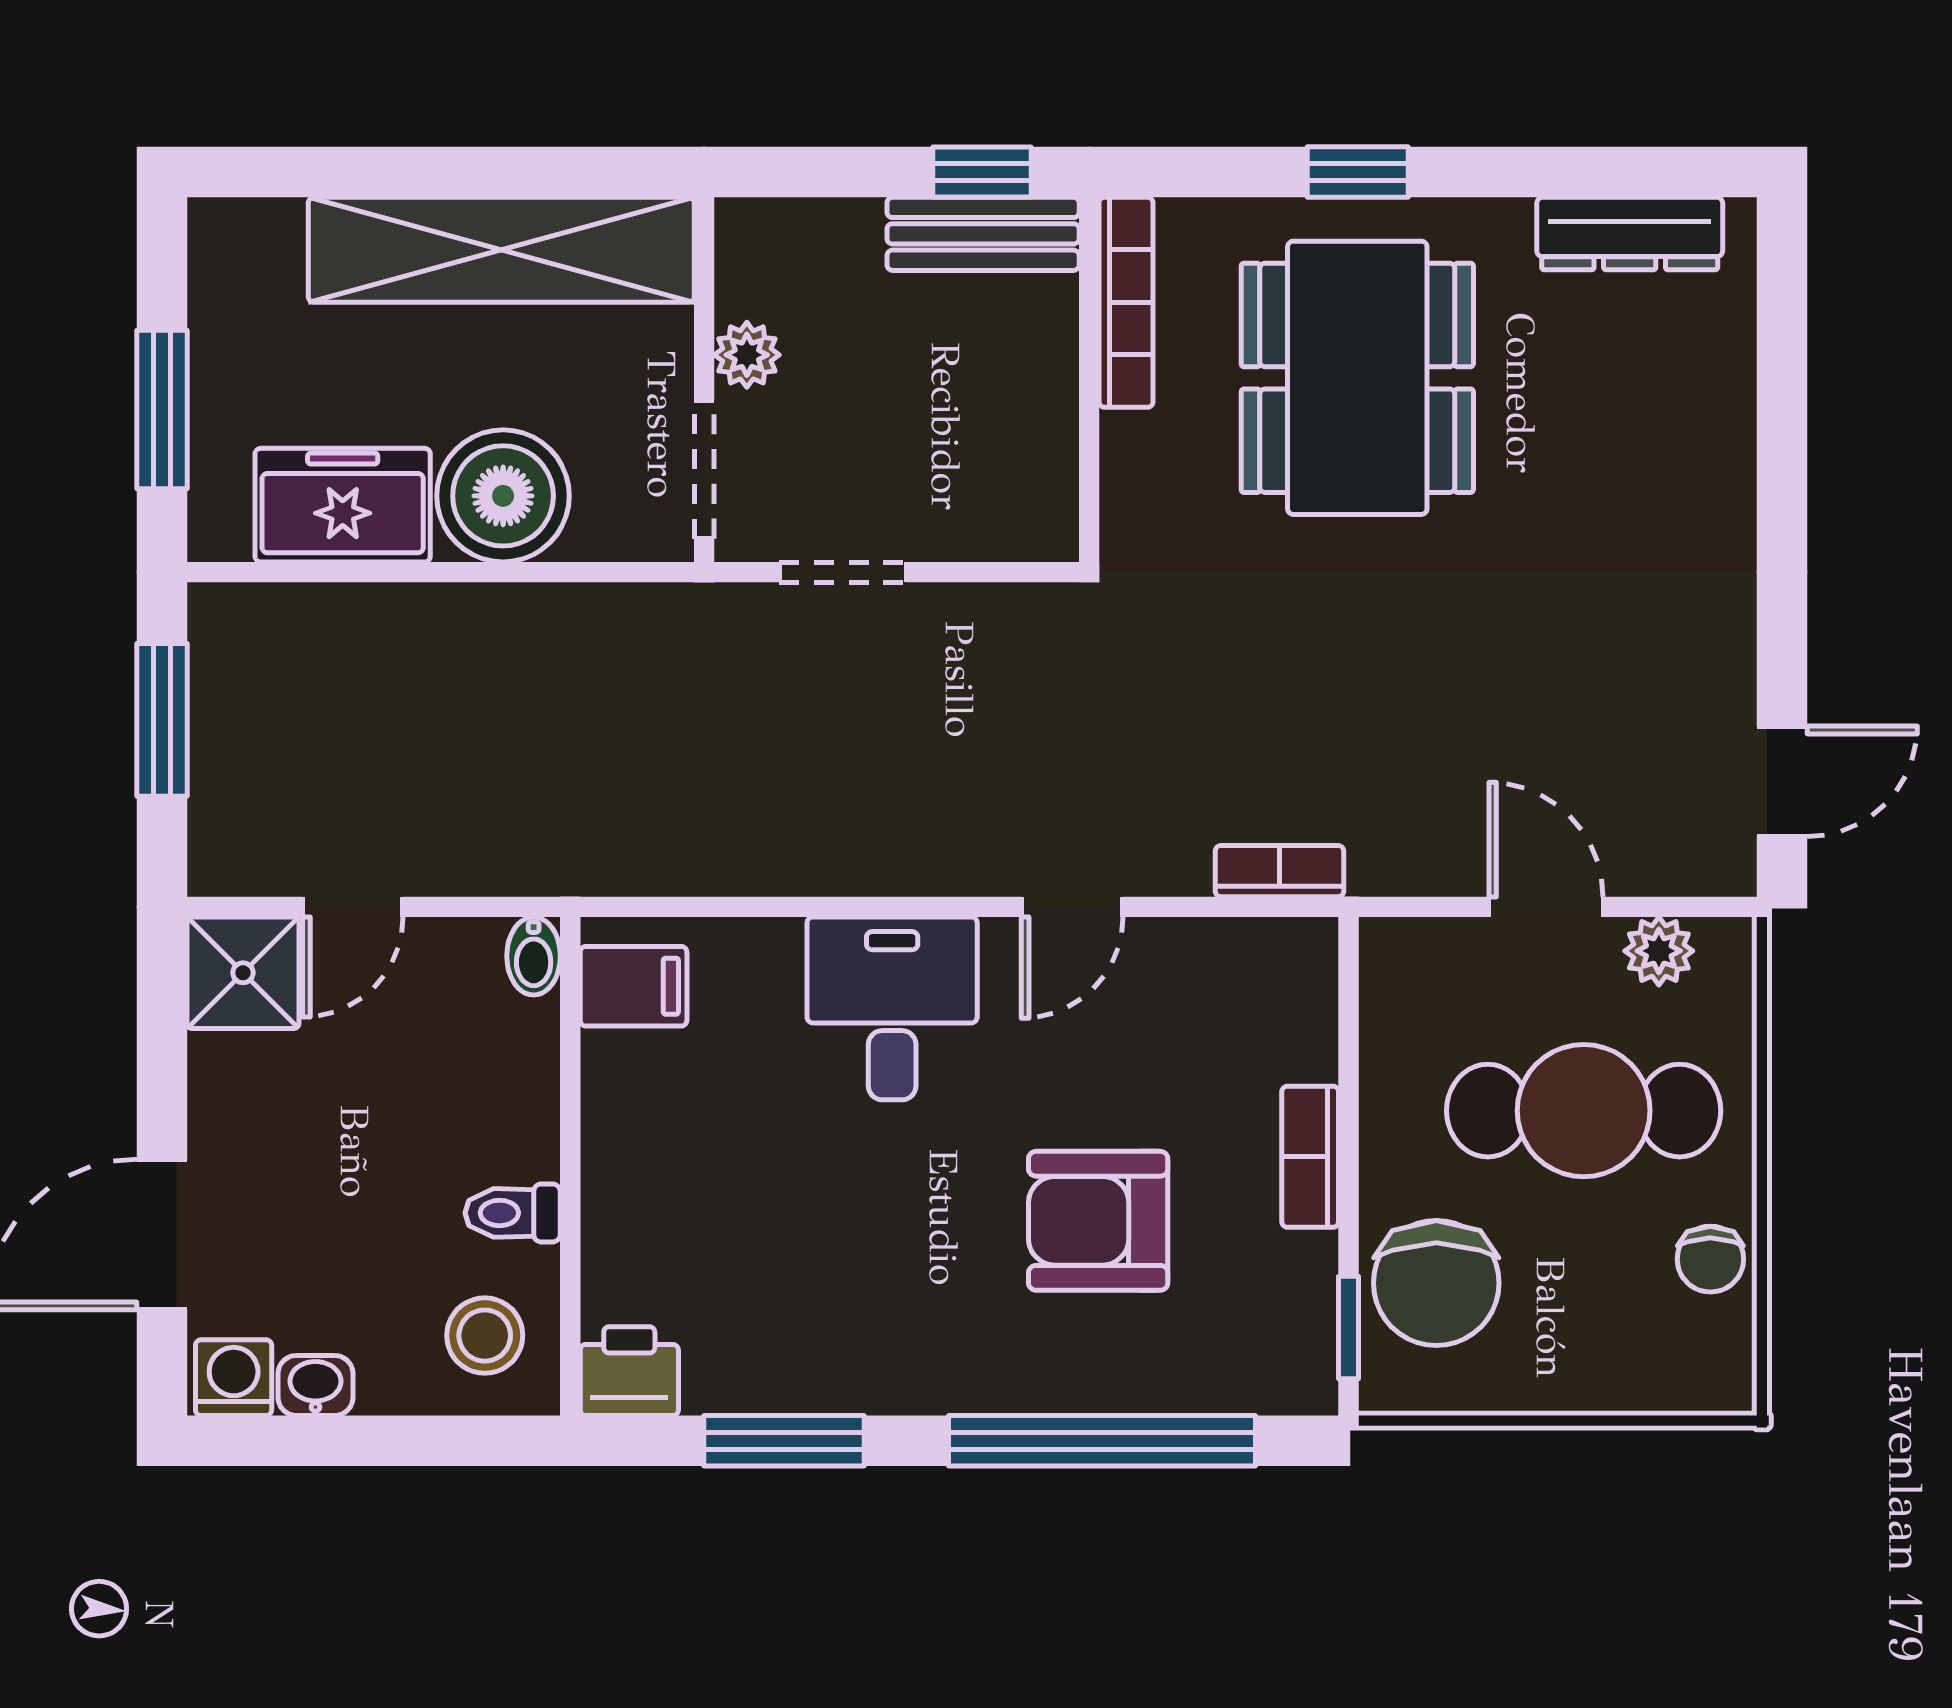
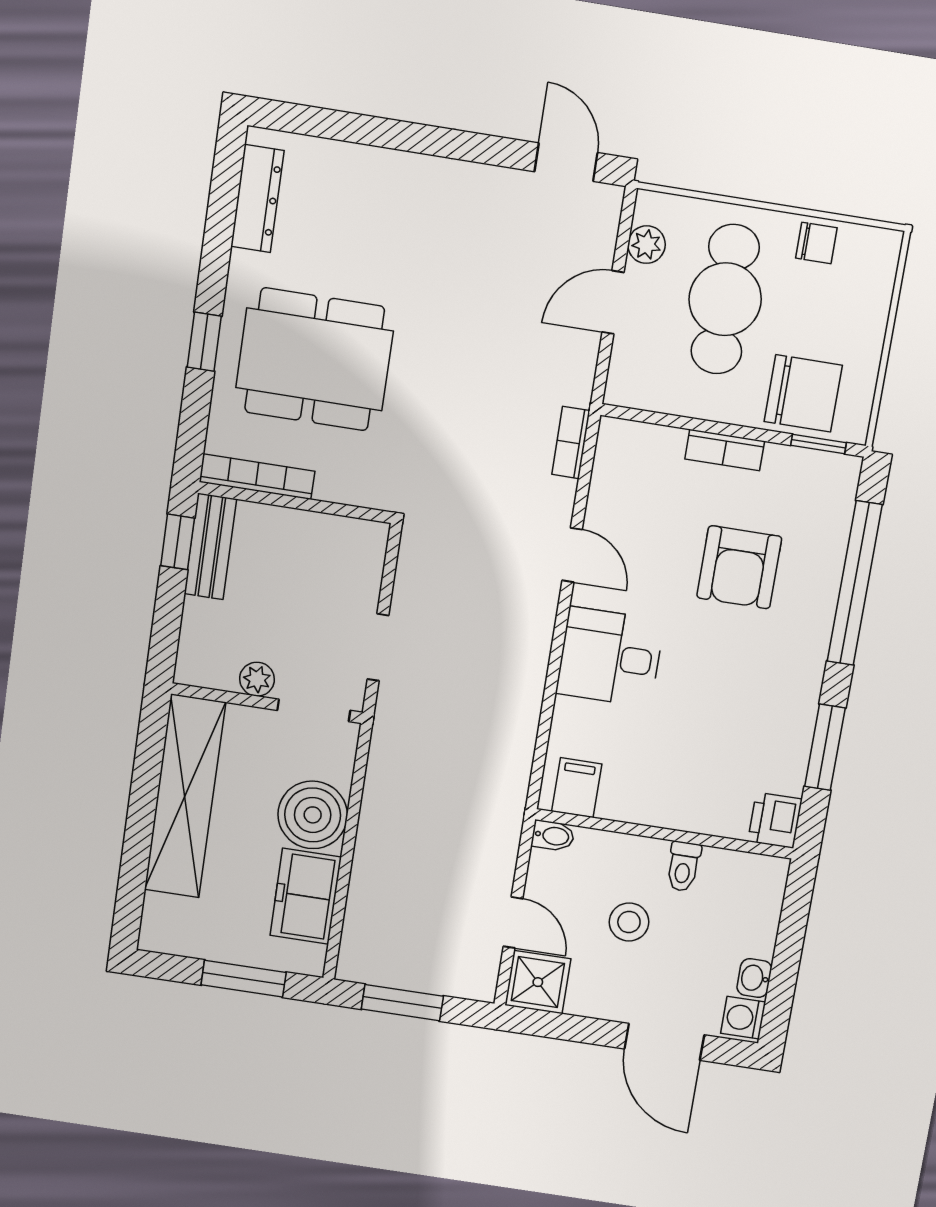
stool: (485, 1336) -> (629, 922), moved

